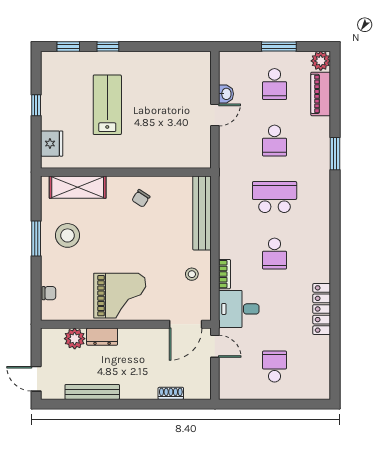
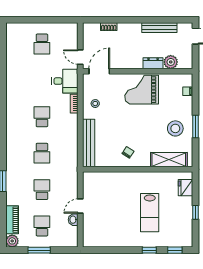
school desk: (275, 197) -> (42, 153), width x0.54
locker: (322, 309) -> (12, 81), removed

